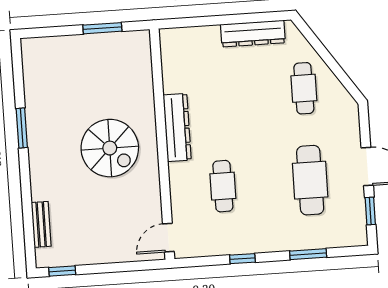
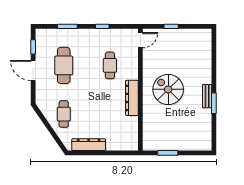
bench: (41, 224) -> (207, 96), moved
window: (62, 271) -> (171, 26), moved

